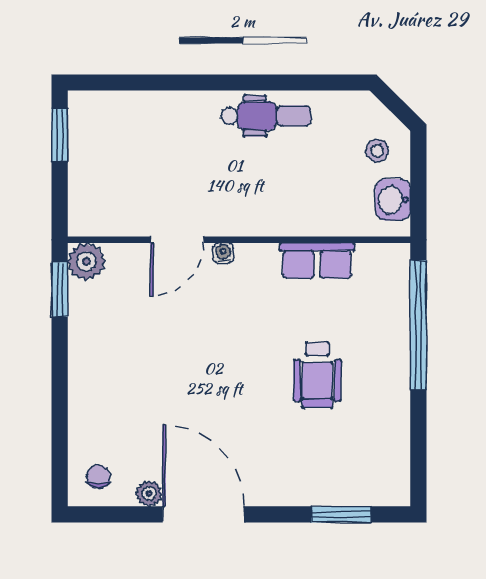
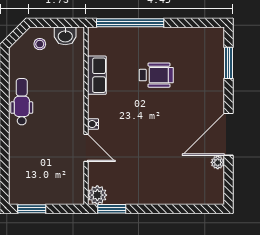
chair: (98, 476) -> (209, 189), removed

